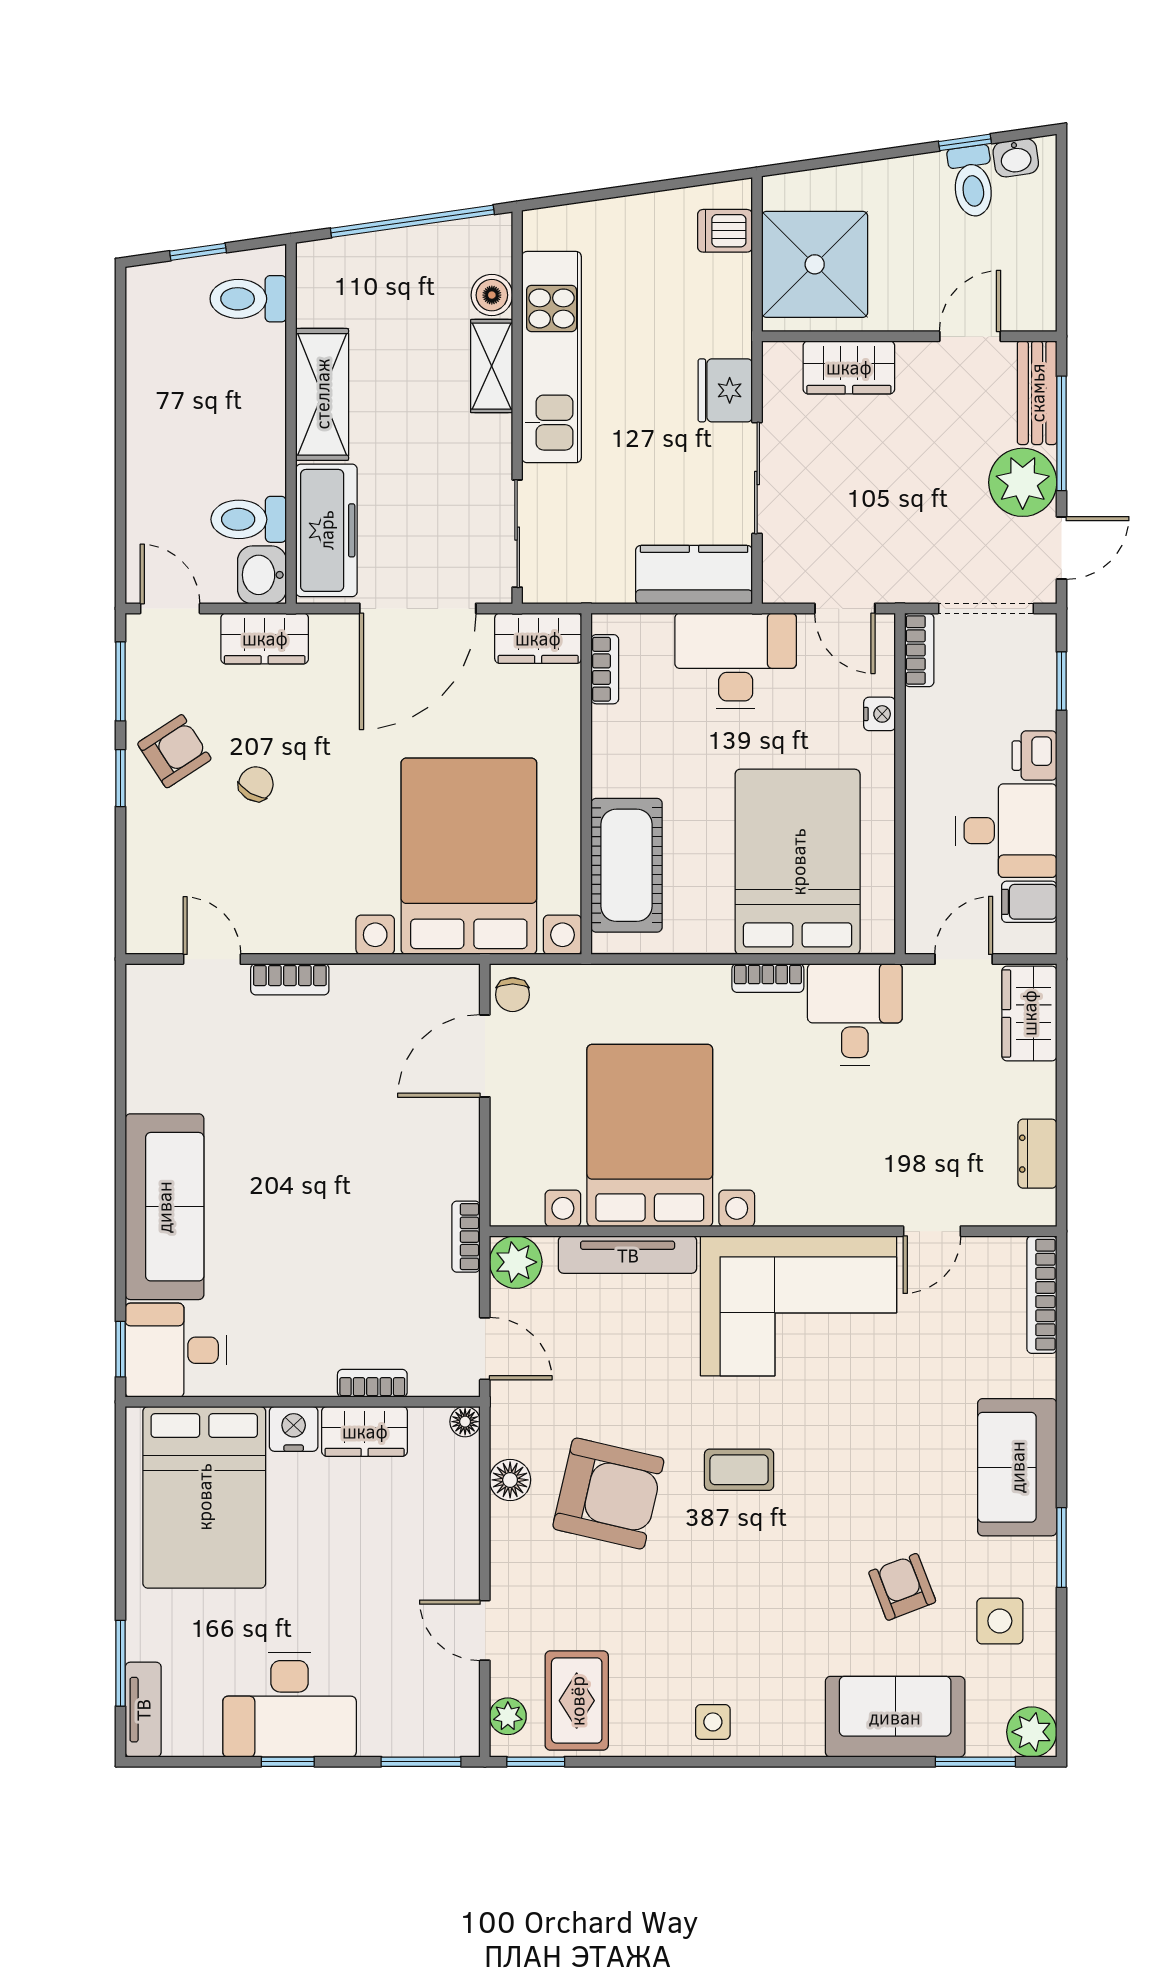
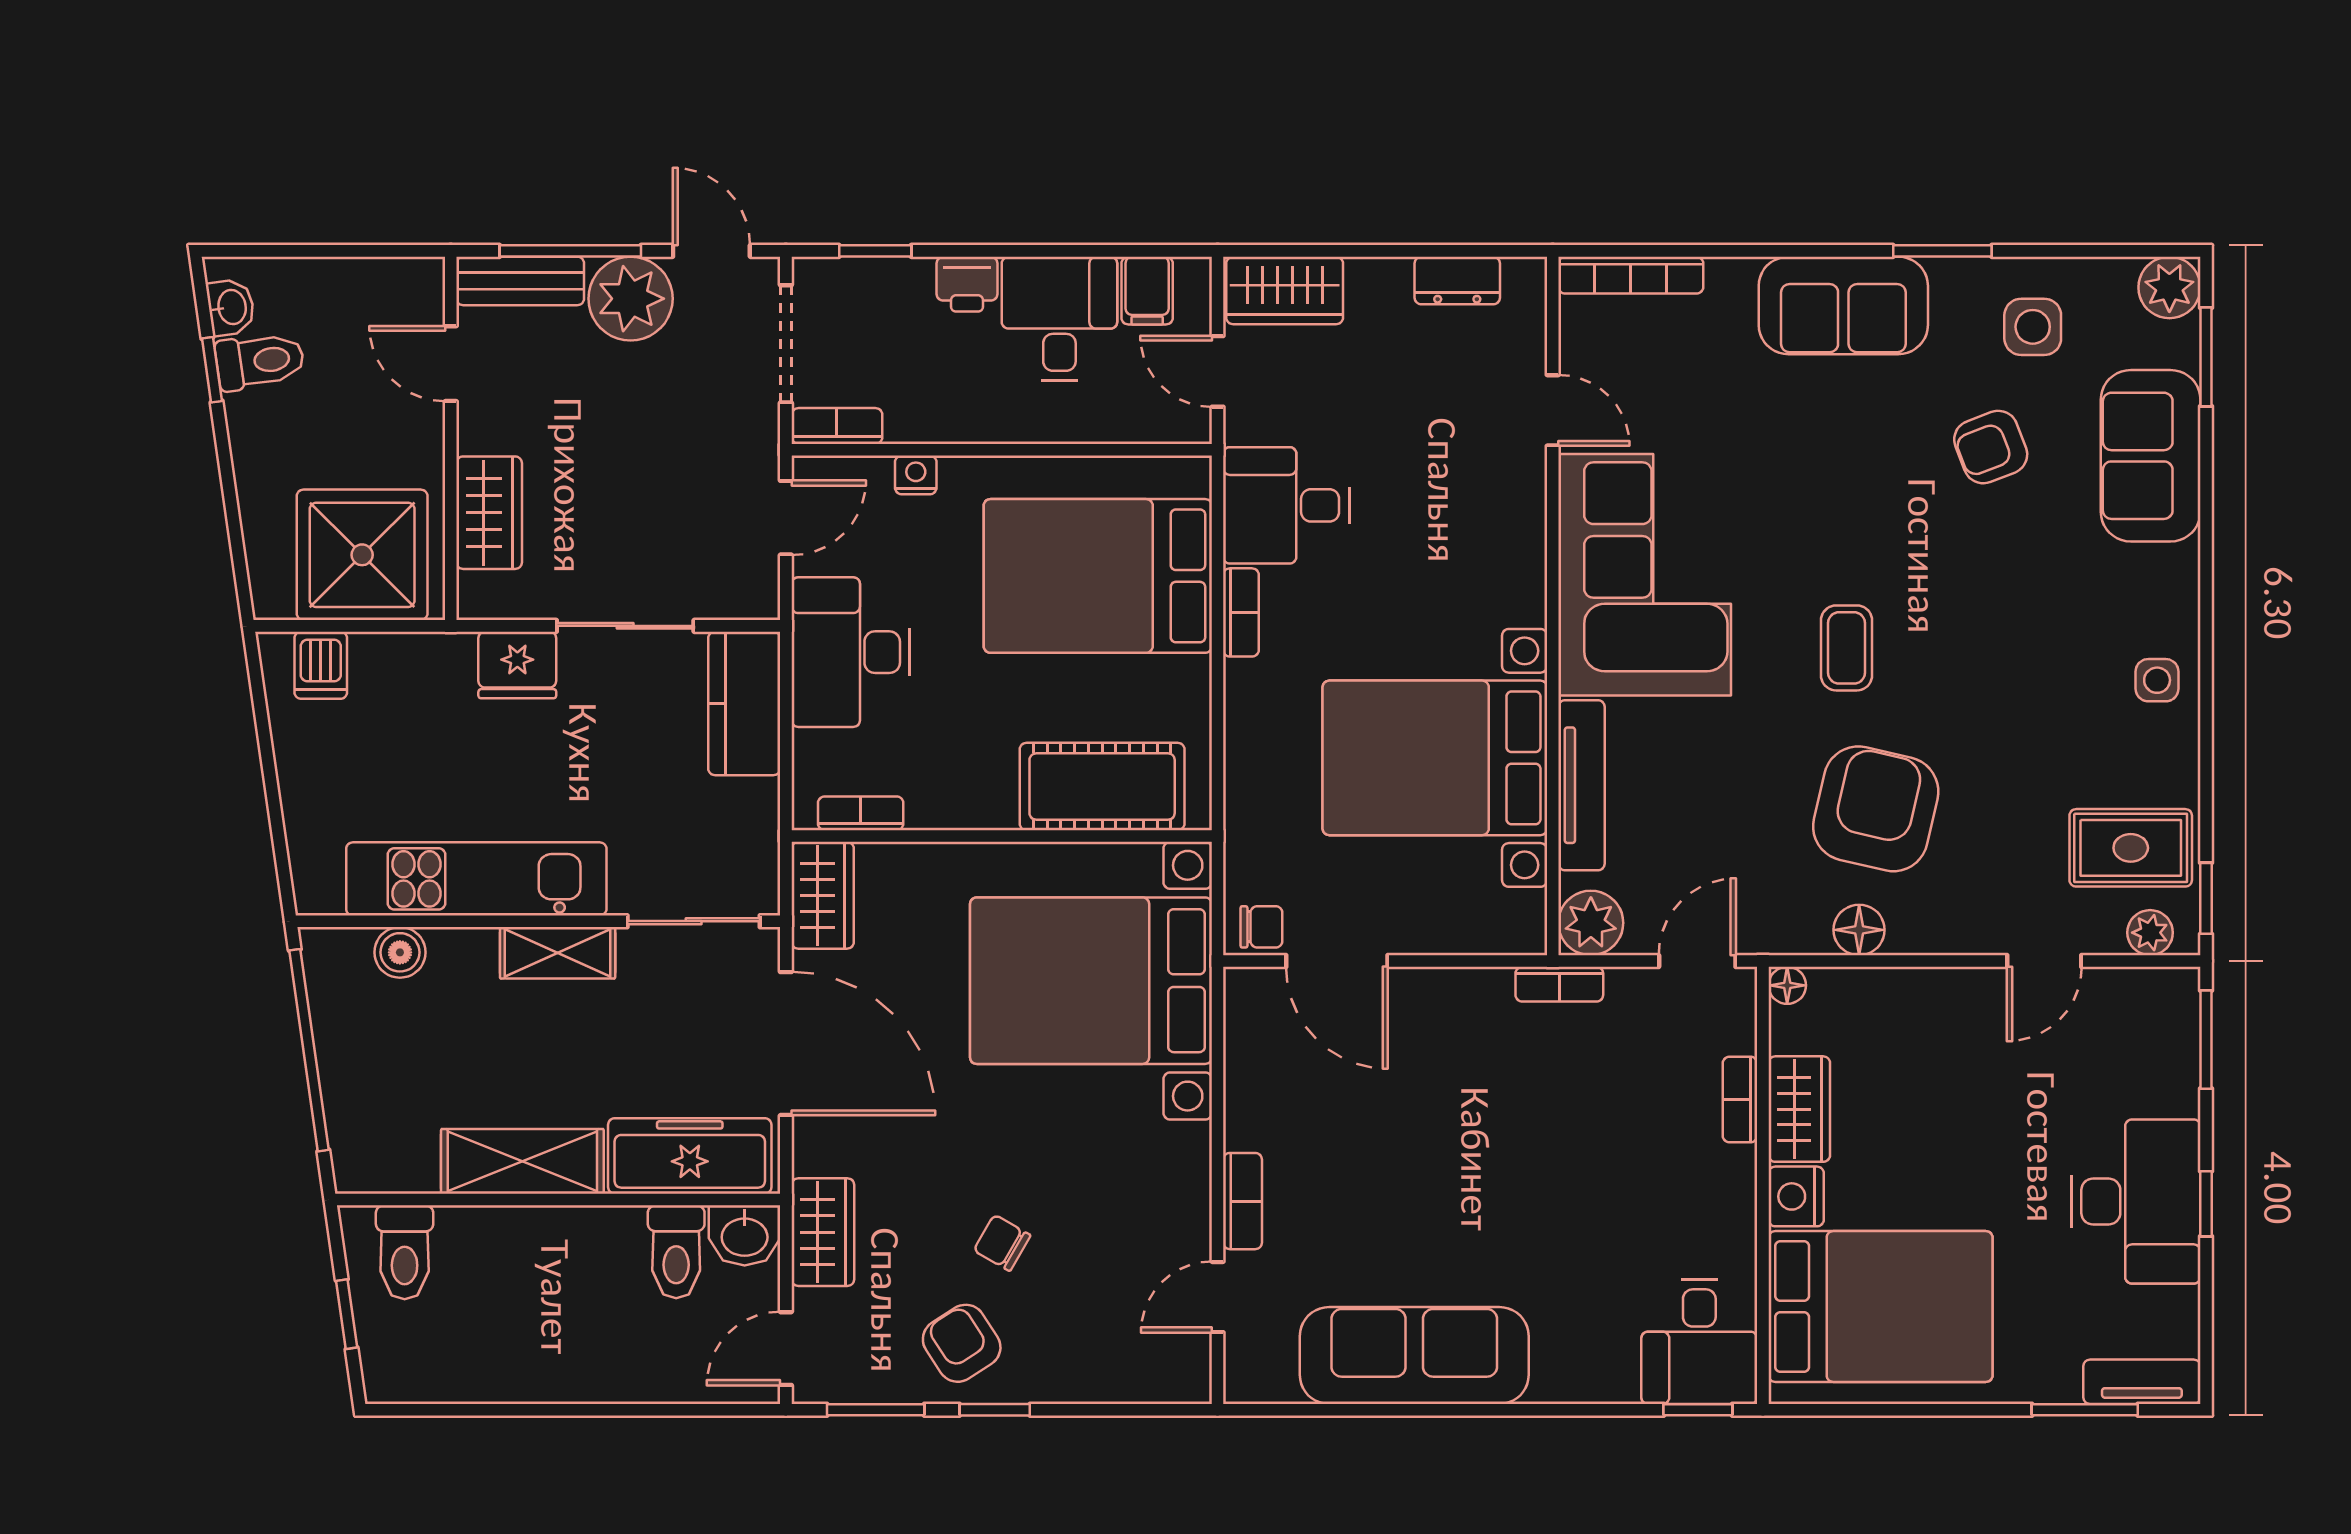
shelving: (492, 366) -> (558, 953), moved
sofa: (164, 1207) -> (1414, 1355), moved

